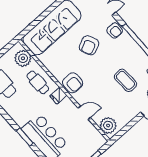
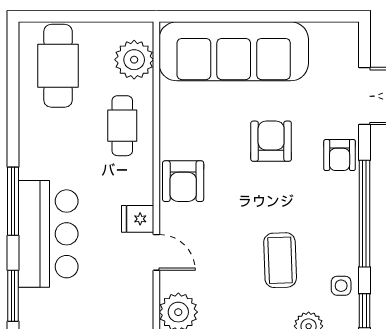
armchair: (89, 45) -> (271, 141), turned 115
fridge: (58, 96) -> (138, 219), moved
window: (25, 137) -> (13, 201), width x1.44

